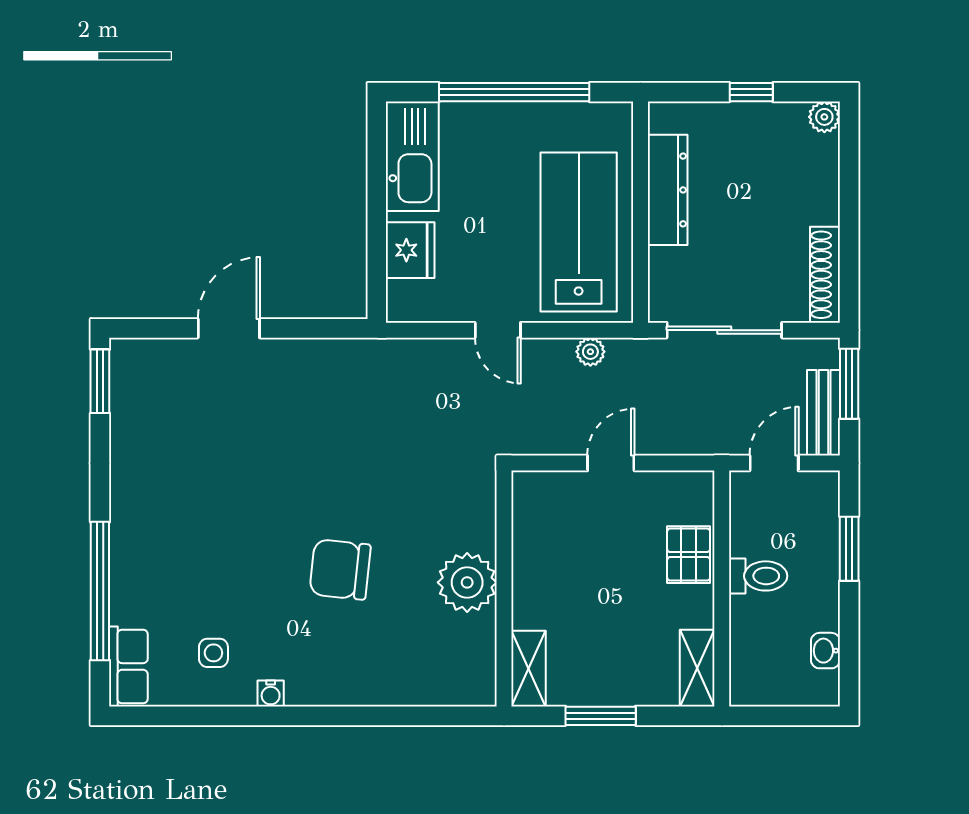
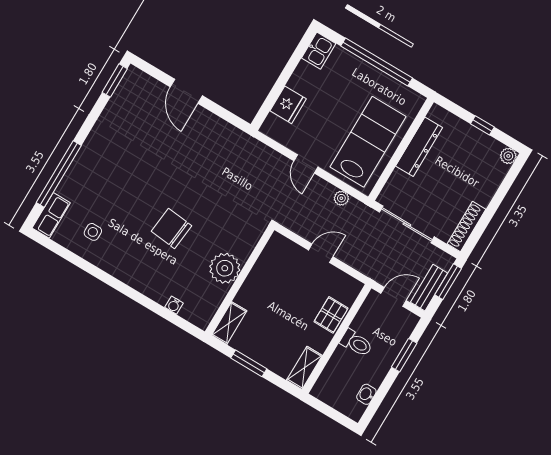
kitchen sink: (412, 156) -> (319, 51), width x0.53, depth x0.81
door: (229, 328) -> (186, 91), swing flipped
water cooler: (271, 694) -> (174, 305), moved

